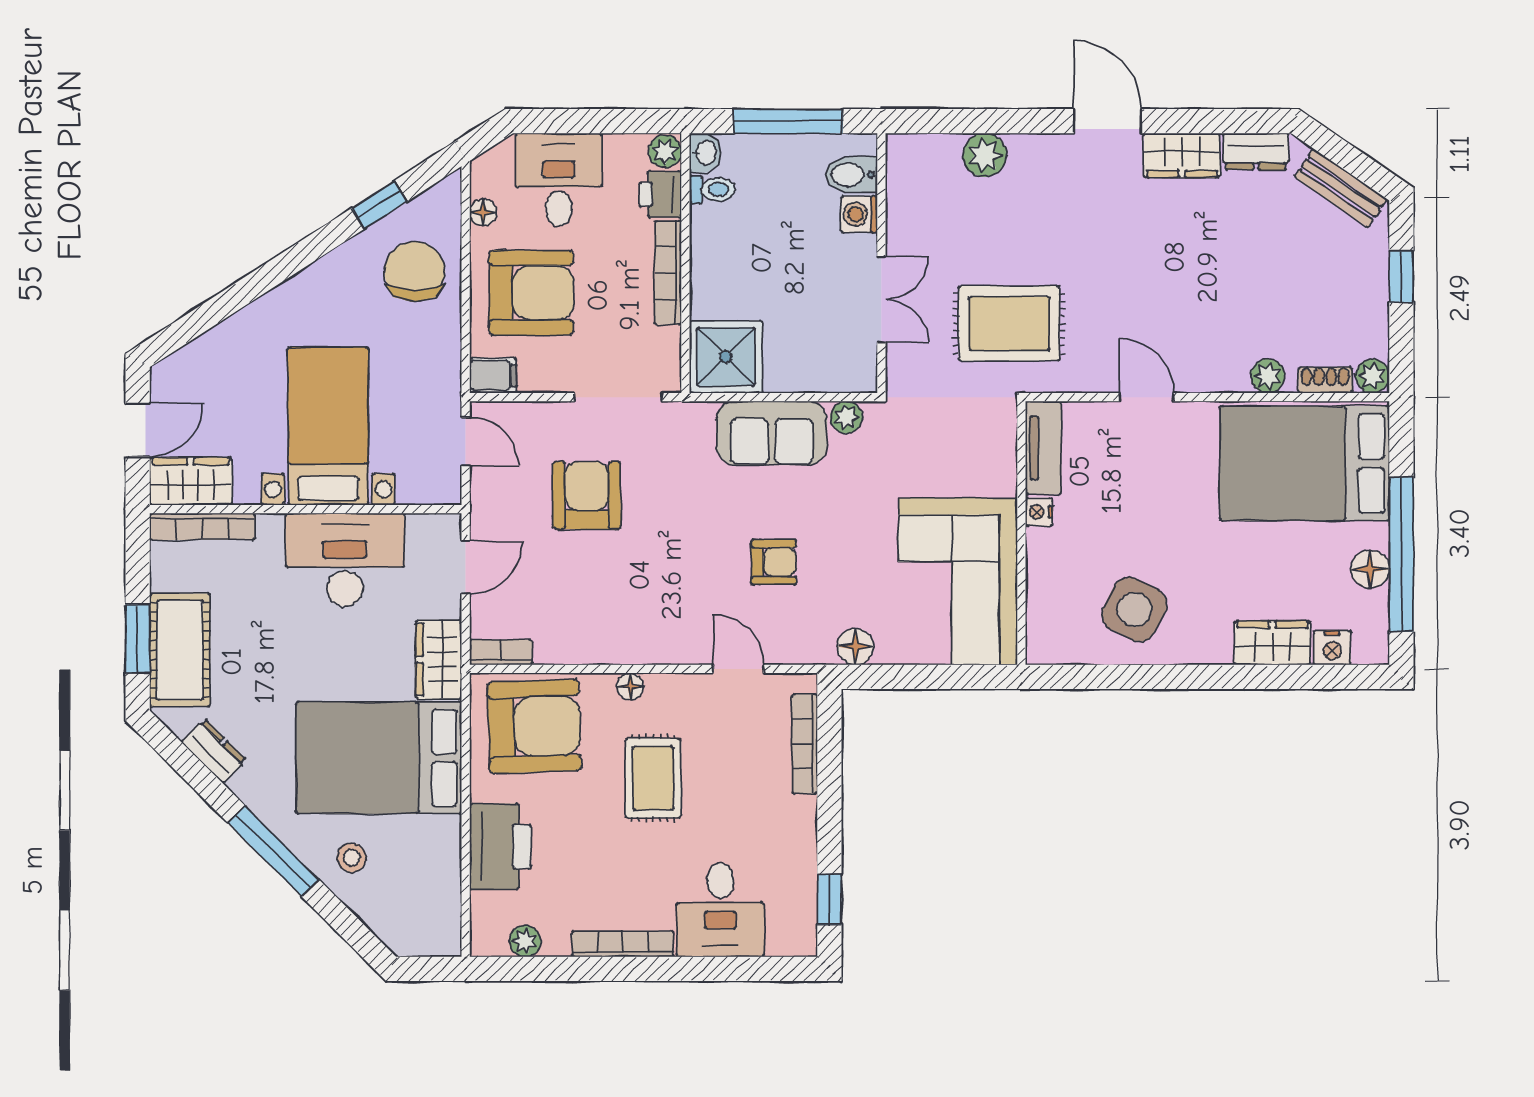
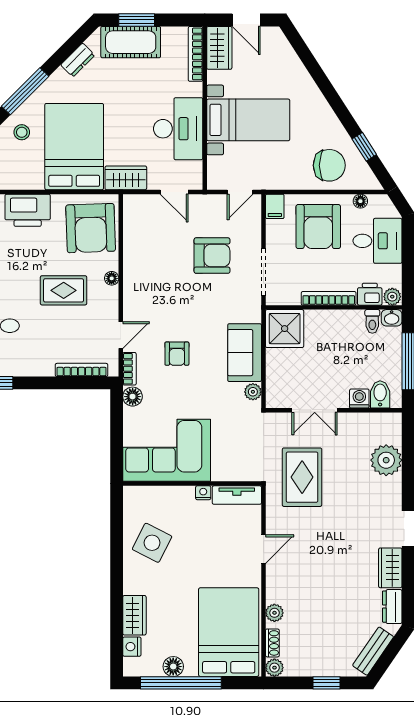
plant: (985, 155) -> (386, 460), width x1.36, depth x1.36
bookcase: (501, 652) -> (129, 369), moved

